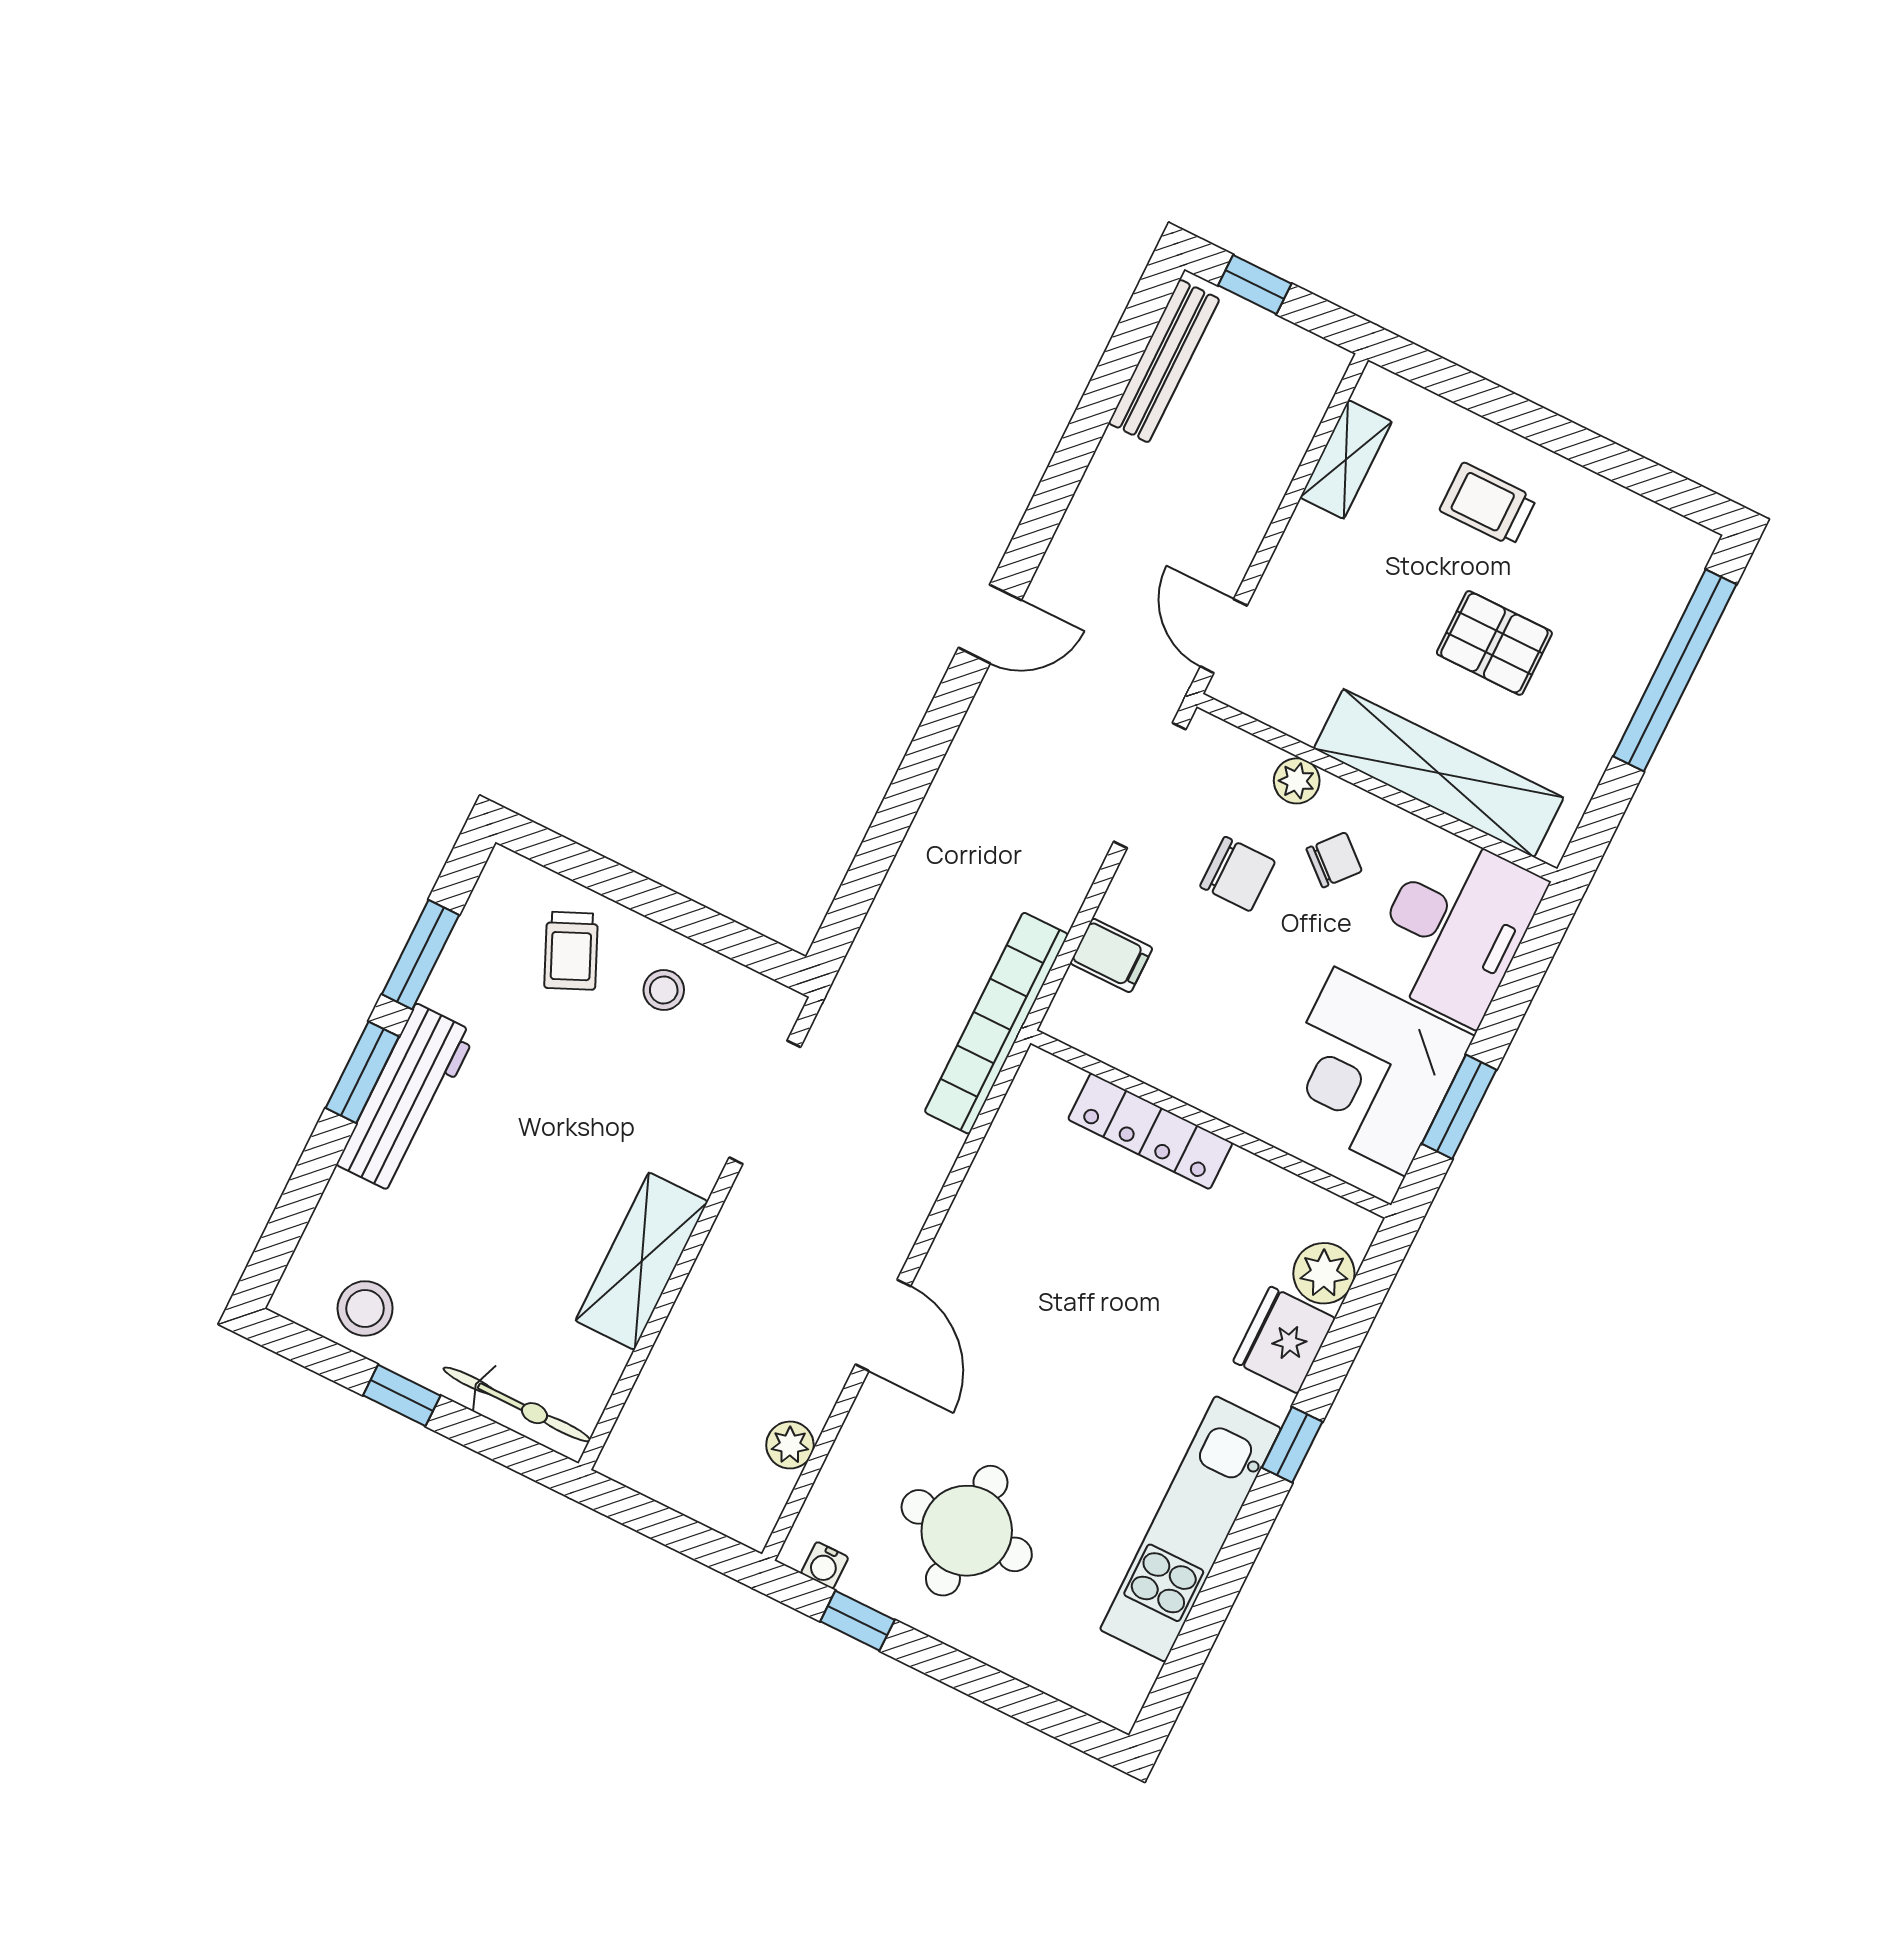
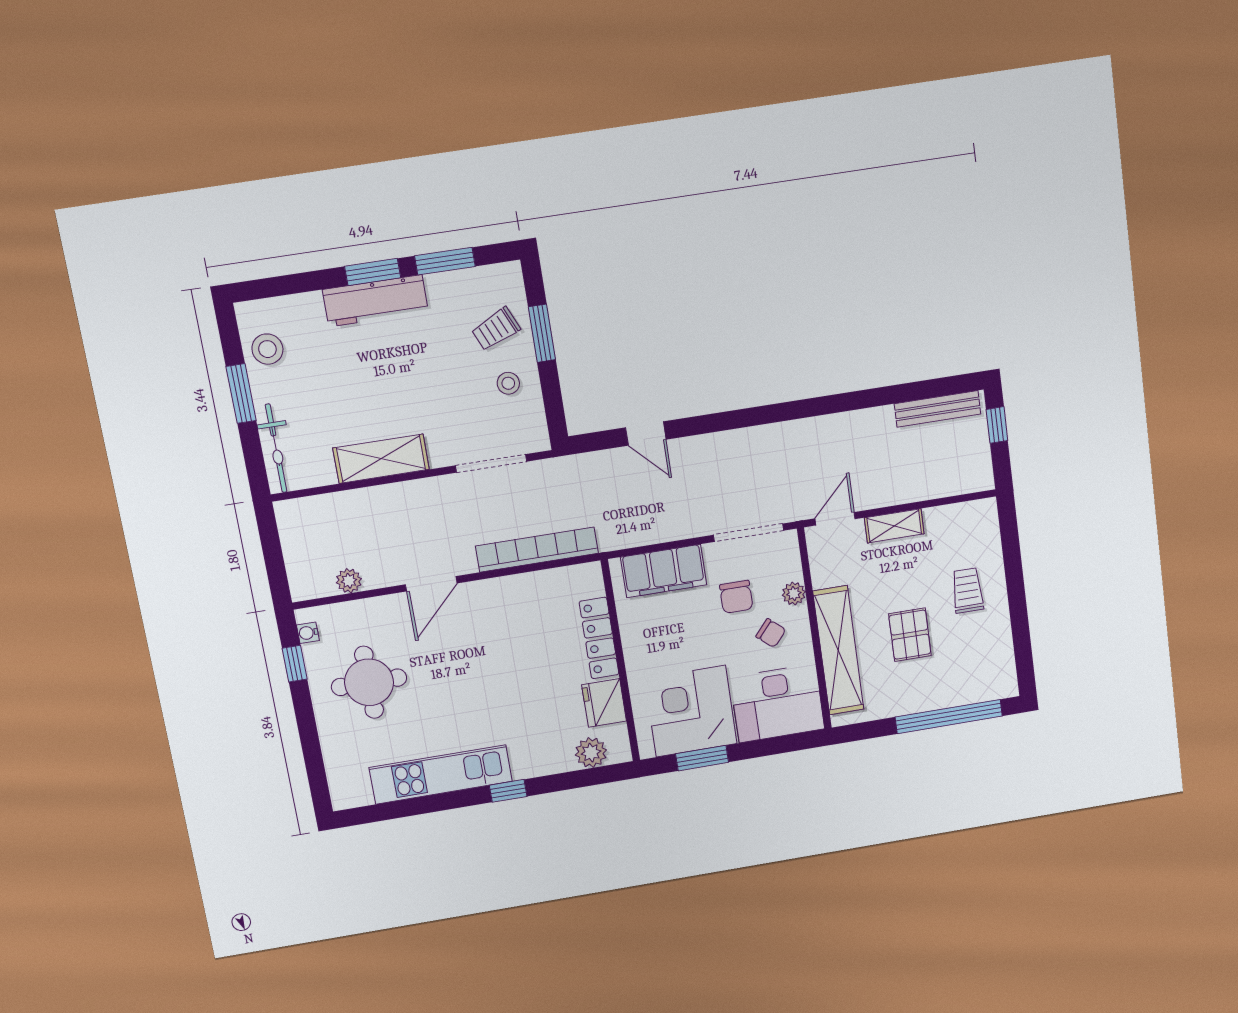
shelving: (1346, 460) -> (894, 526), moved
door: (990, 624) -> (646, 433), moved
window: (625, 887) -> (542, 333), added
filing cabinet: (1111, 955) -> (664, 571), width x3.00, depth x1.17
bookcase: (996, 1023) -> (537, 550), moved
fridge: (1284, 1340) -> (604, 703), moved, turned -90
window: (402, 1395) -> (241, 394), width x1.50

